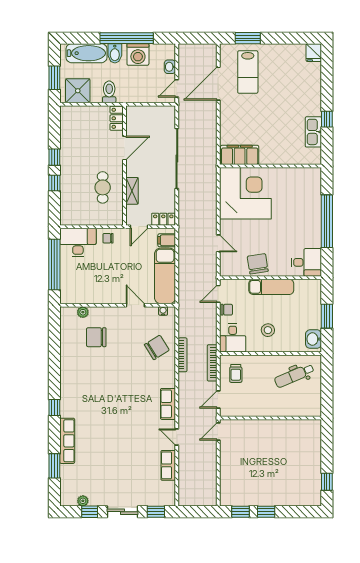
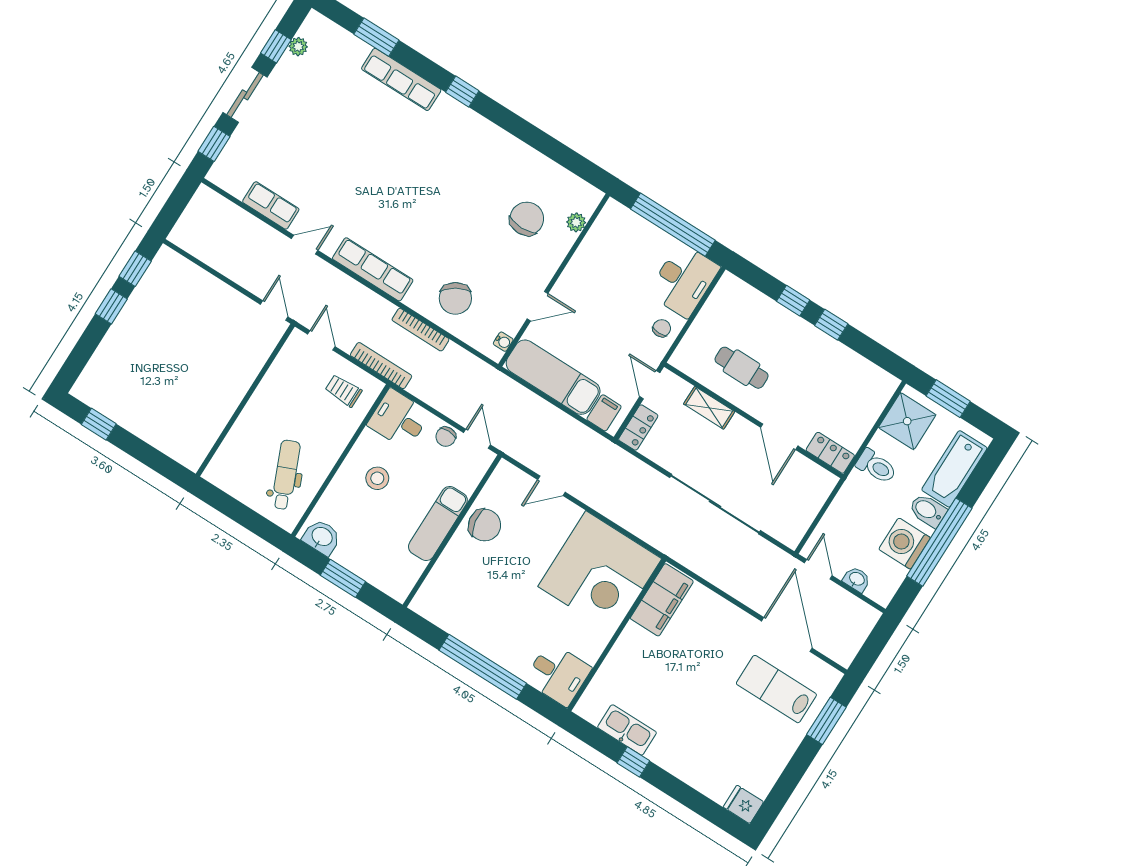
desk: (306, 262) -> (558, 674), moved, turned -90
row of seats: (168, 404) -> (373, 269), width x1.48

